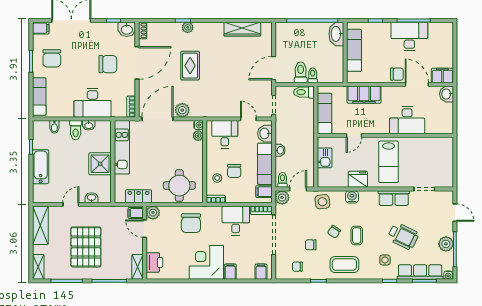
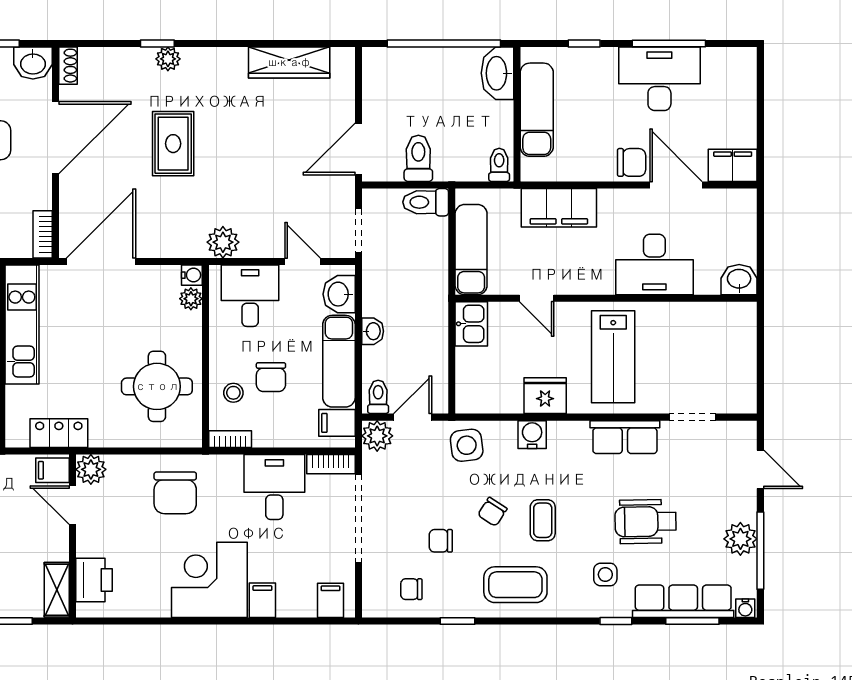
toilet: (313, 75) -> (499, 165), moved
washbasin: (447, 94) -> (739, 280), moved, turned 90
plant: (182, 110) -> (223, 242), moved
door: (354, 135) -> (537, 298), hinge flipped
kitchen sink: (325, 158) -> (471, 324), moved
round table: (179, 186) -> (157, 386), moved
wheelchair: (403, 236) -> (646, 522), turned 153

